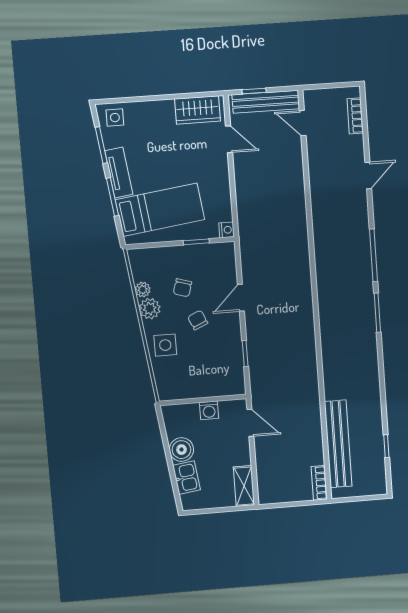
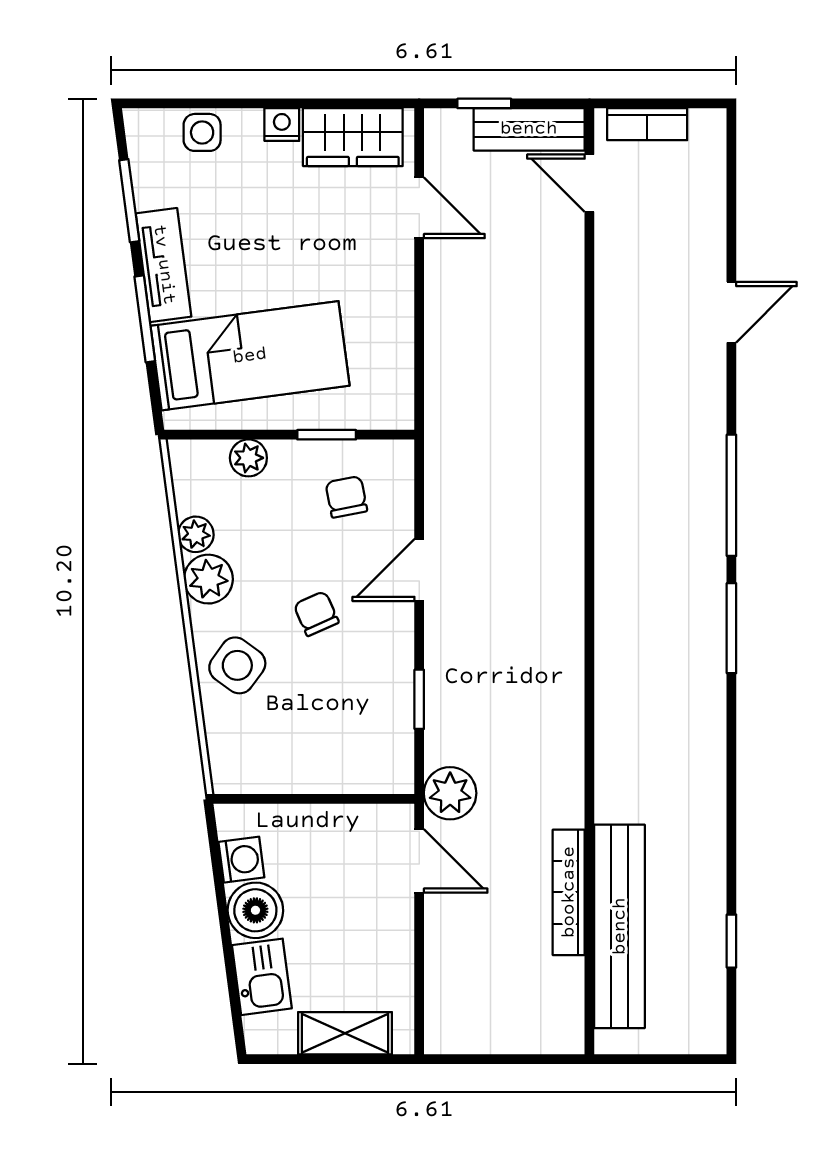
bench: (266, 102) -> (529, 129), width x0.73
bookcase: (355, 116) -> (647, 124), moved, turned -90
side table: (115, 118) -> (202, 132), moved
nightstand: (227, 230) -> (282, 125), moved, turned -90
plant: (163, 255) -> (248, 458), added
chair: (183, 288) -> (346, 497), moved, turned 152
side table: (165, 345) -> (237, 665), turned 36
plant: (261, 393) -> (450, 793), added
washing machine: (209, 410) -> (241, 860), moved, turned -98
bookcase: (319, 483) -> (569, 892), moved, width x1.56
shelving: (244, 486) -> (345, 1033), moved, turned 90

